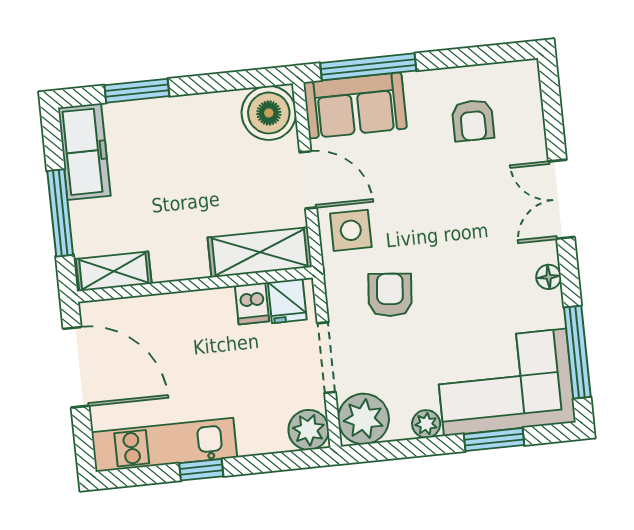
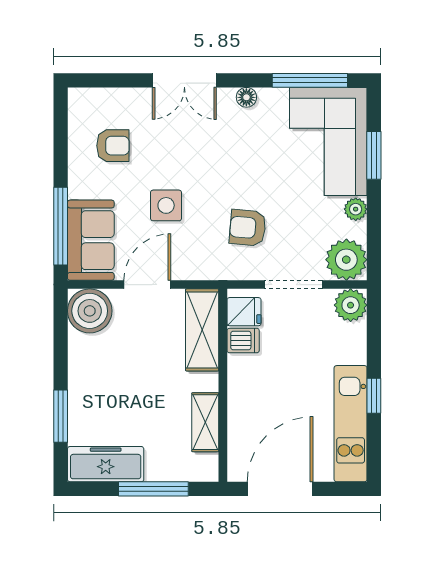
side table: (351, 230) -> (166, 205), moved
shelving: (114, 271) -> (205, 422), moved

